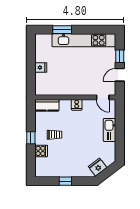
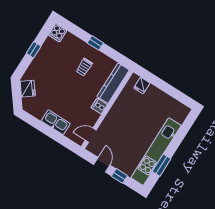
window: (62, 30) -> (162, 165), moved
fridge: (41, 67) -> (142, 85), moved
kitchen counter: (47, 105) -> (113, 83), width x1.50
cooker: (41, 151) -> (58, 33), moved

